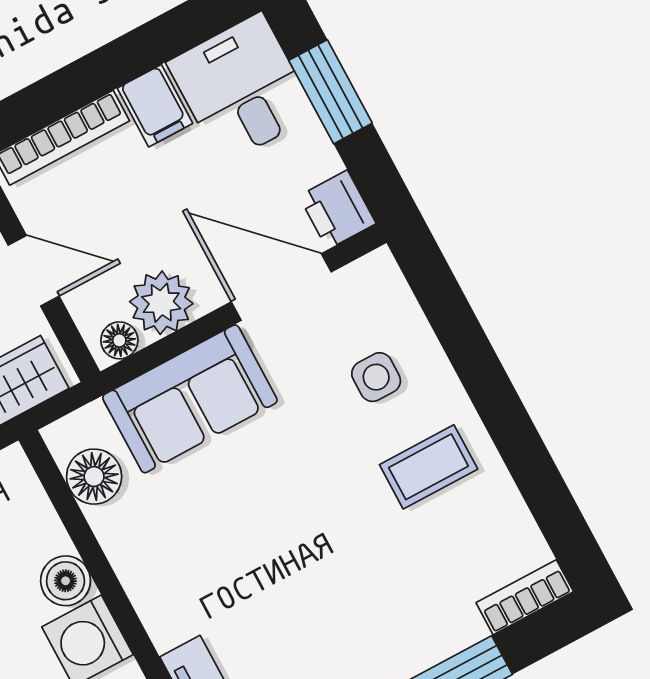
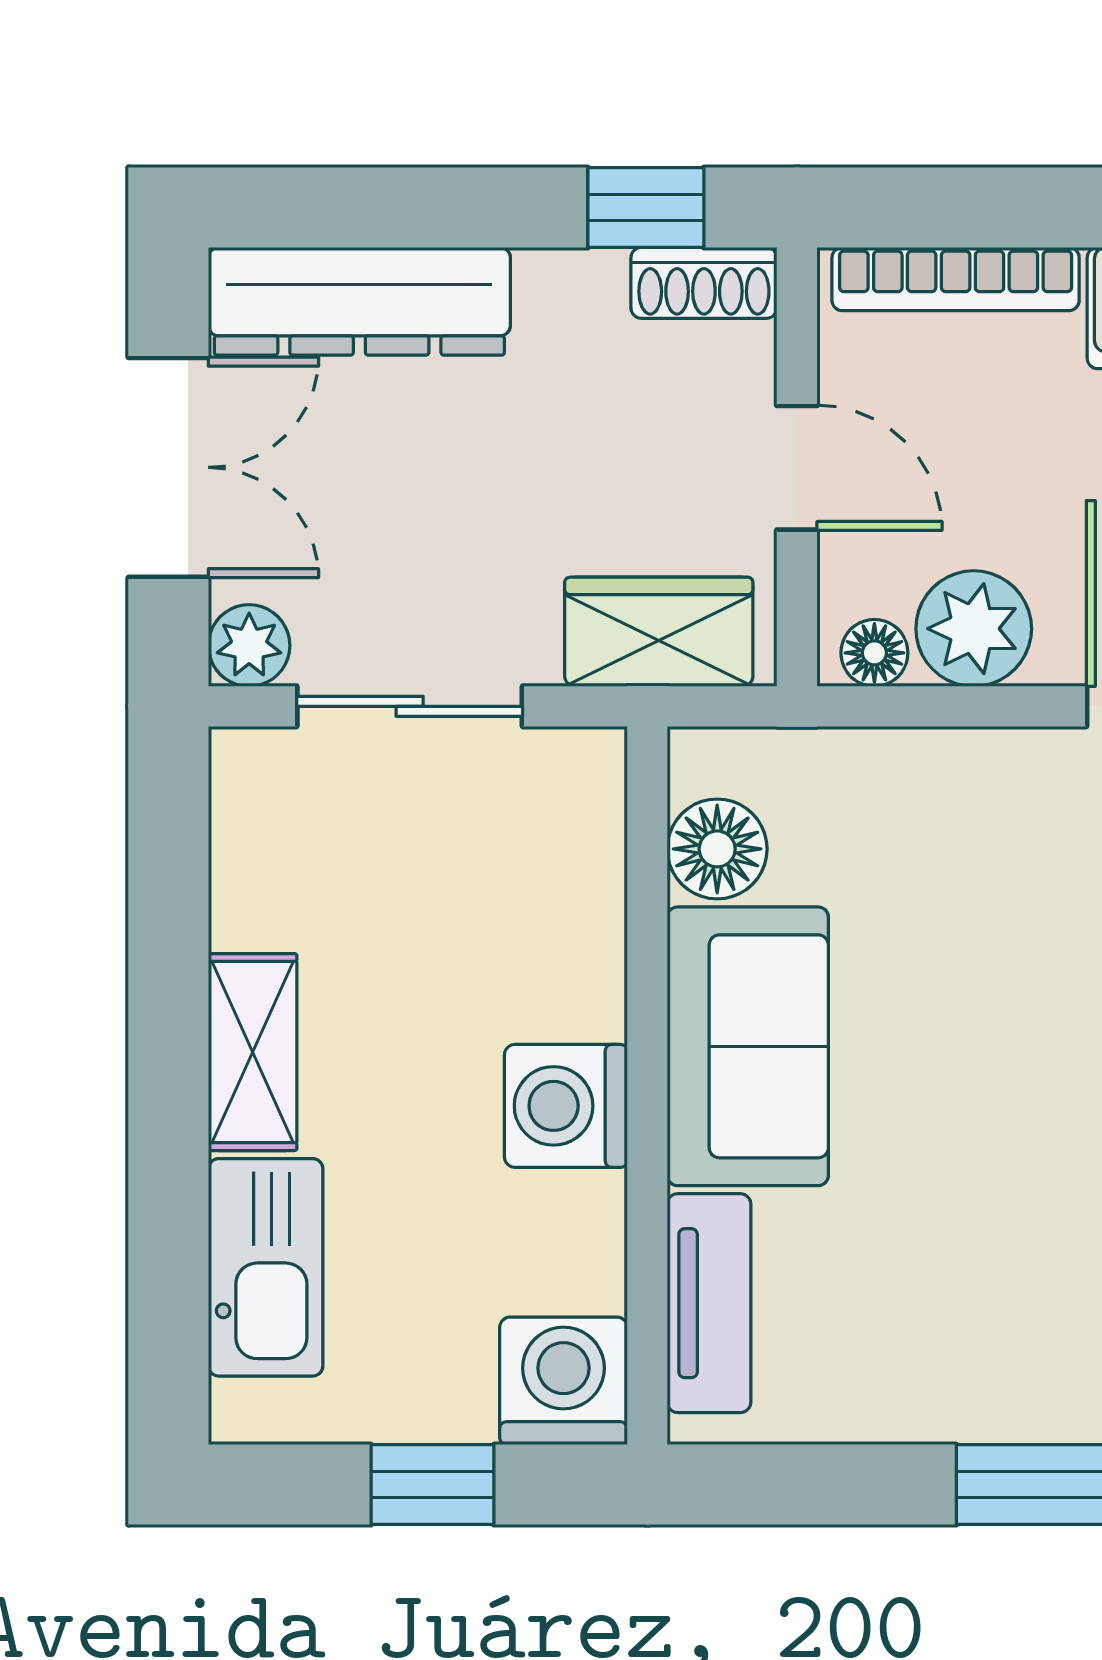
sofa: (190, 399) -> (748, 1046), moved, turned -90
boiler: (66, 581) -> (582, 991), removed

